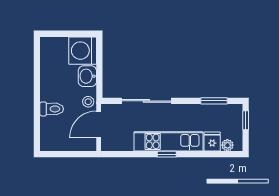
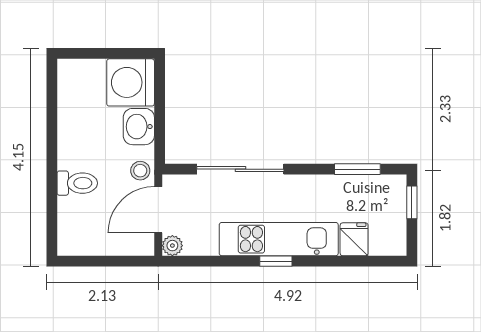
plant: (227, 145) -> (172, 246), moved

